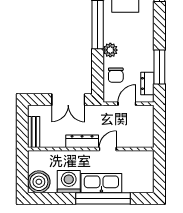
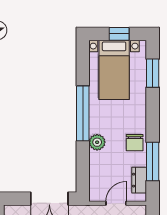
chair: (116, 75) -> (135, 143), moved

